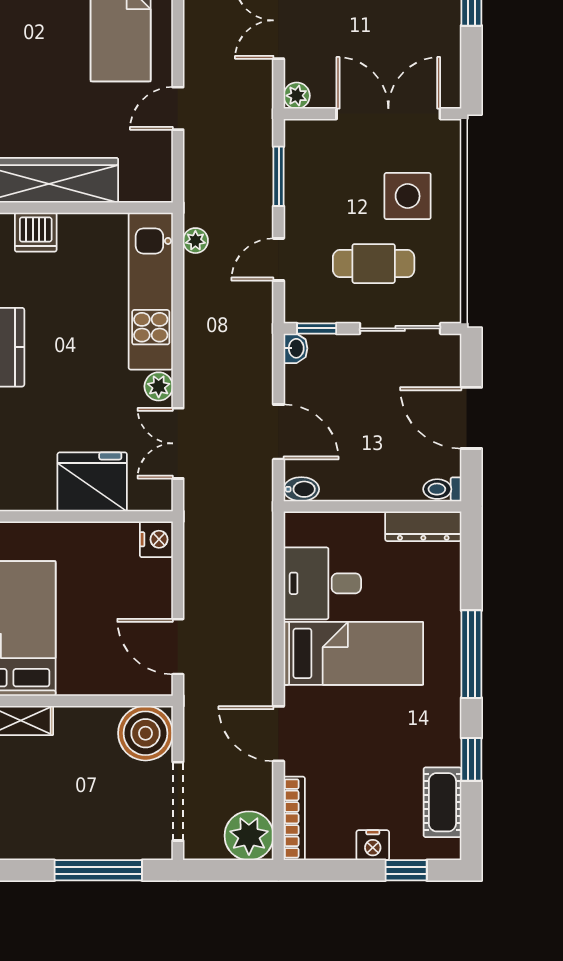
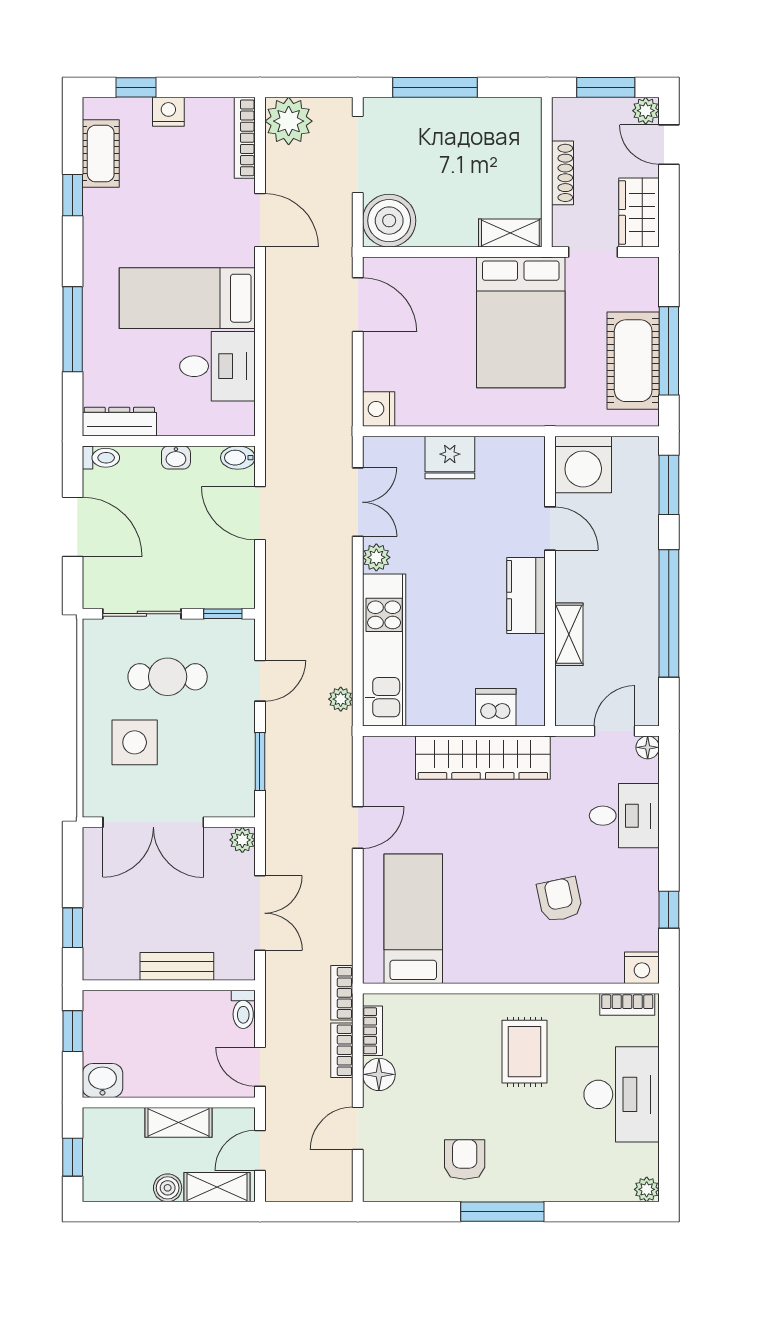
washbasin: (295, 348) -> (176, 458), moved, turned -90
fridge: (92, 482) -> (450, 457), width x0.73, depth x0.75
window: (471, 654) -> (73, 329), moved

